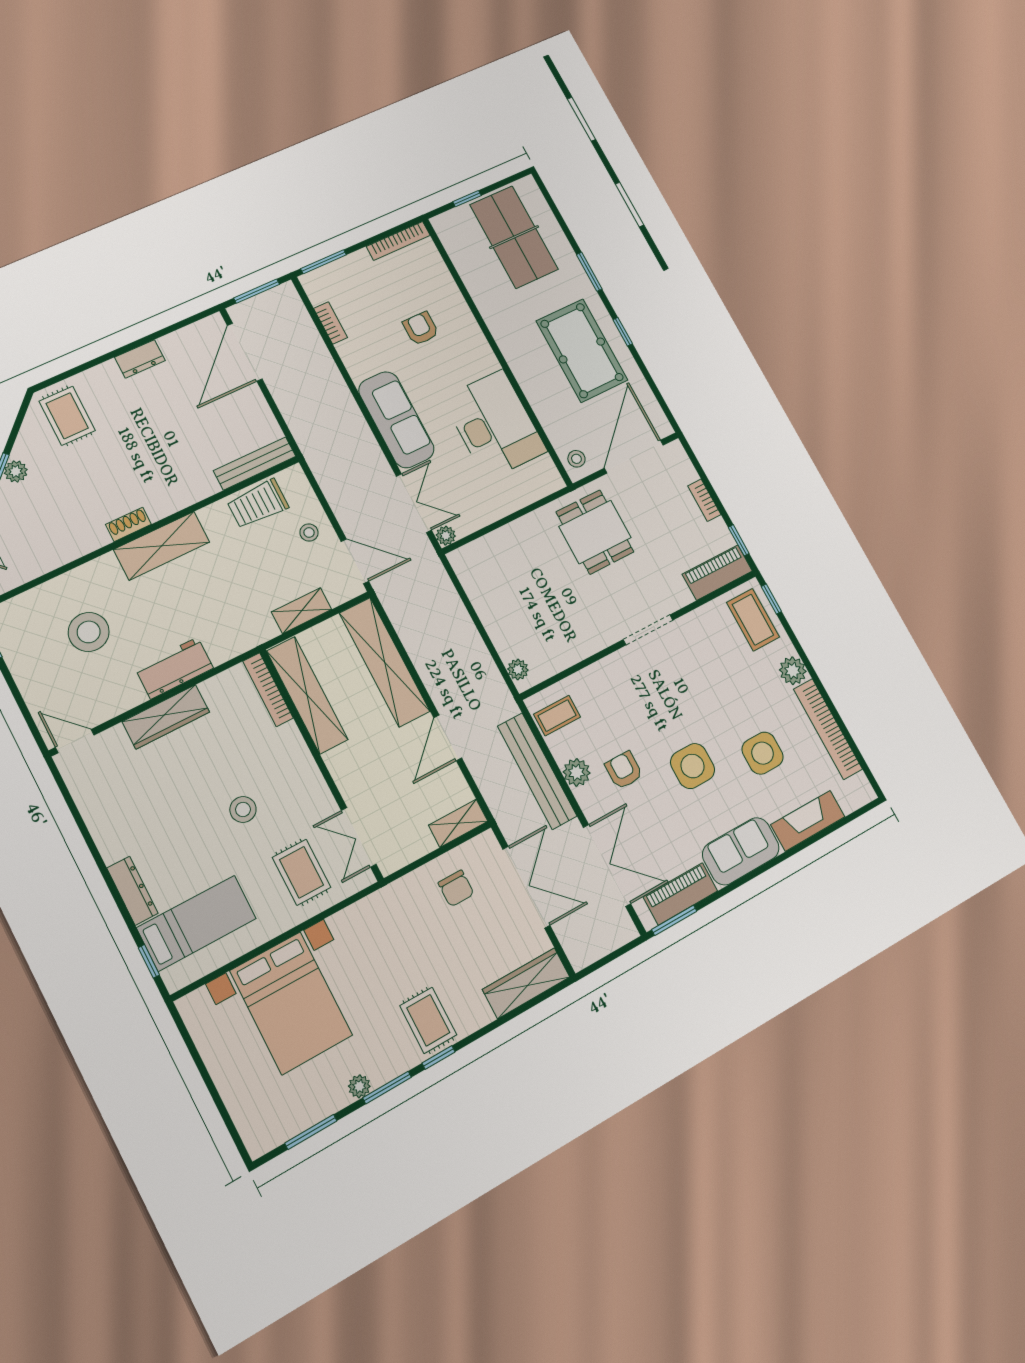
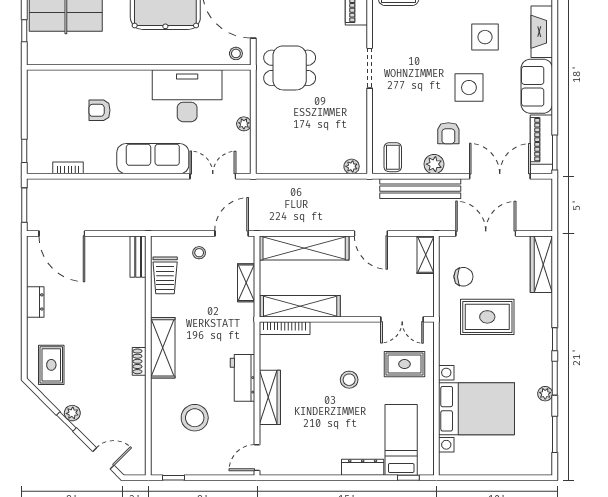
bookcase: (398, 241) -> (33, 93), removed
window: (323, 262) -> (24, 151), width x0.67
rug: (67, 416) -> (51, 365), turned 90
bench: (255, 463) -> (138, 257), width x0.73
plant: (446, 536) -> (244, 124), moved
armchair: (624, 770) -> (448, 133), turned -90
rug: (428, 1020) -> (487, 317), moved, width x1.36, depth x1.43

